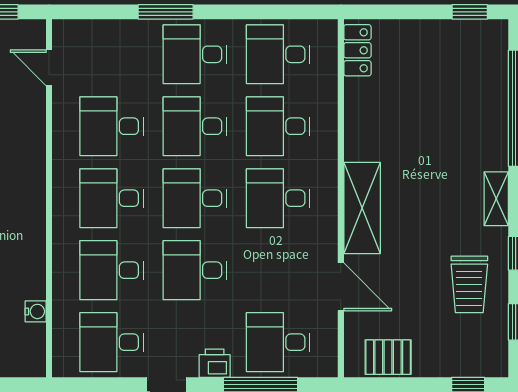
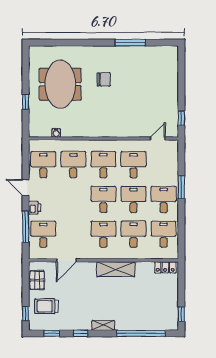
shelving: (362, 208) -> (116, 269), moved
desk: (195, 270) -> (73, 199), removed
trolley: (469, 284) -> (46, 306), moved

